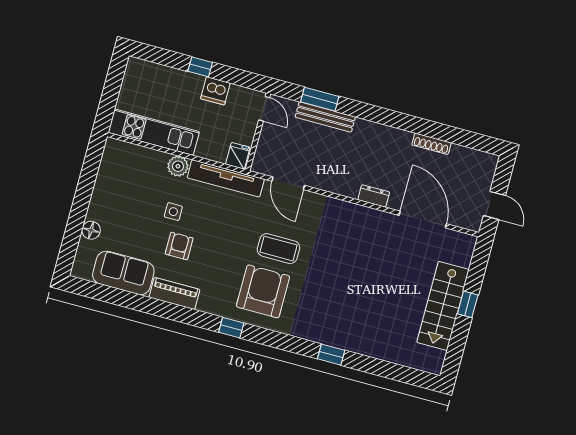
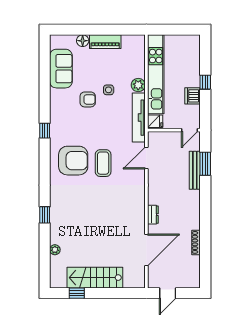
kitchen unit: (154, 132) -> (156, 74), width x1.36
piano: (174, 293) -> (105, 42), moved, turned 90
window: (468, 304) -> (77, 293), moved
window: (231, 328) -> (45, 131), moved
plant: (386, 353) -> (55, 250), added

